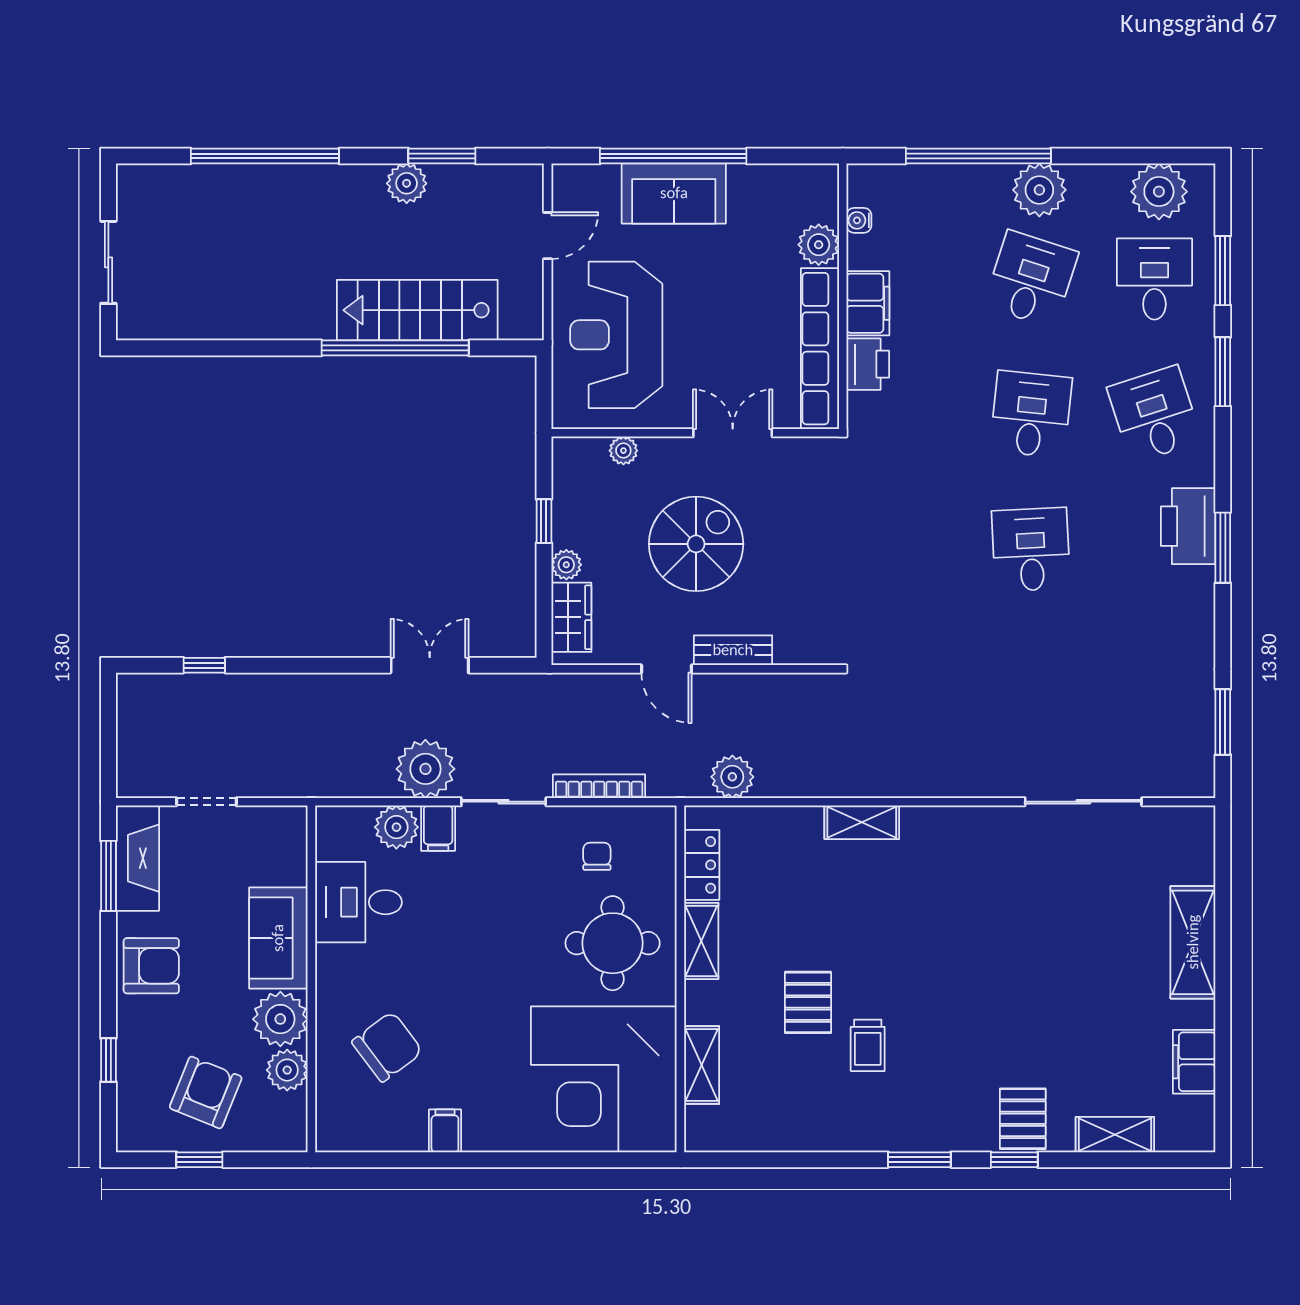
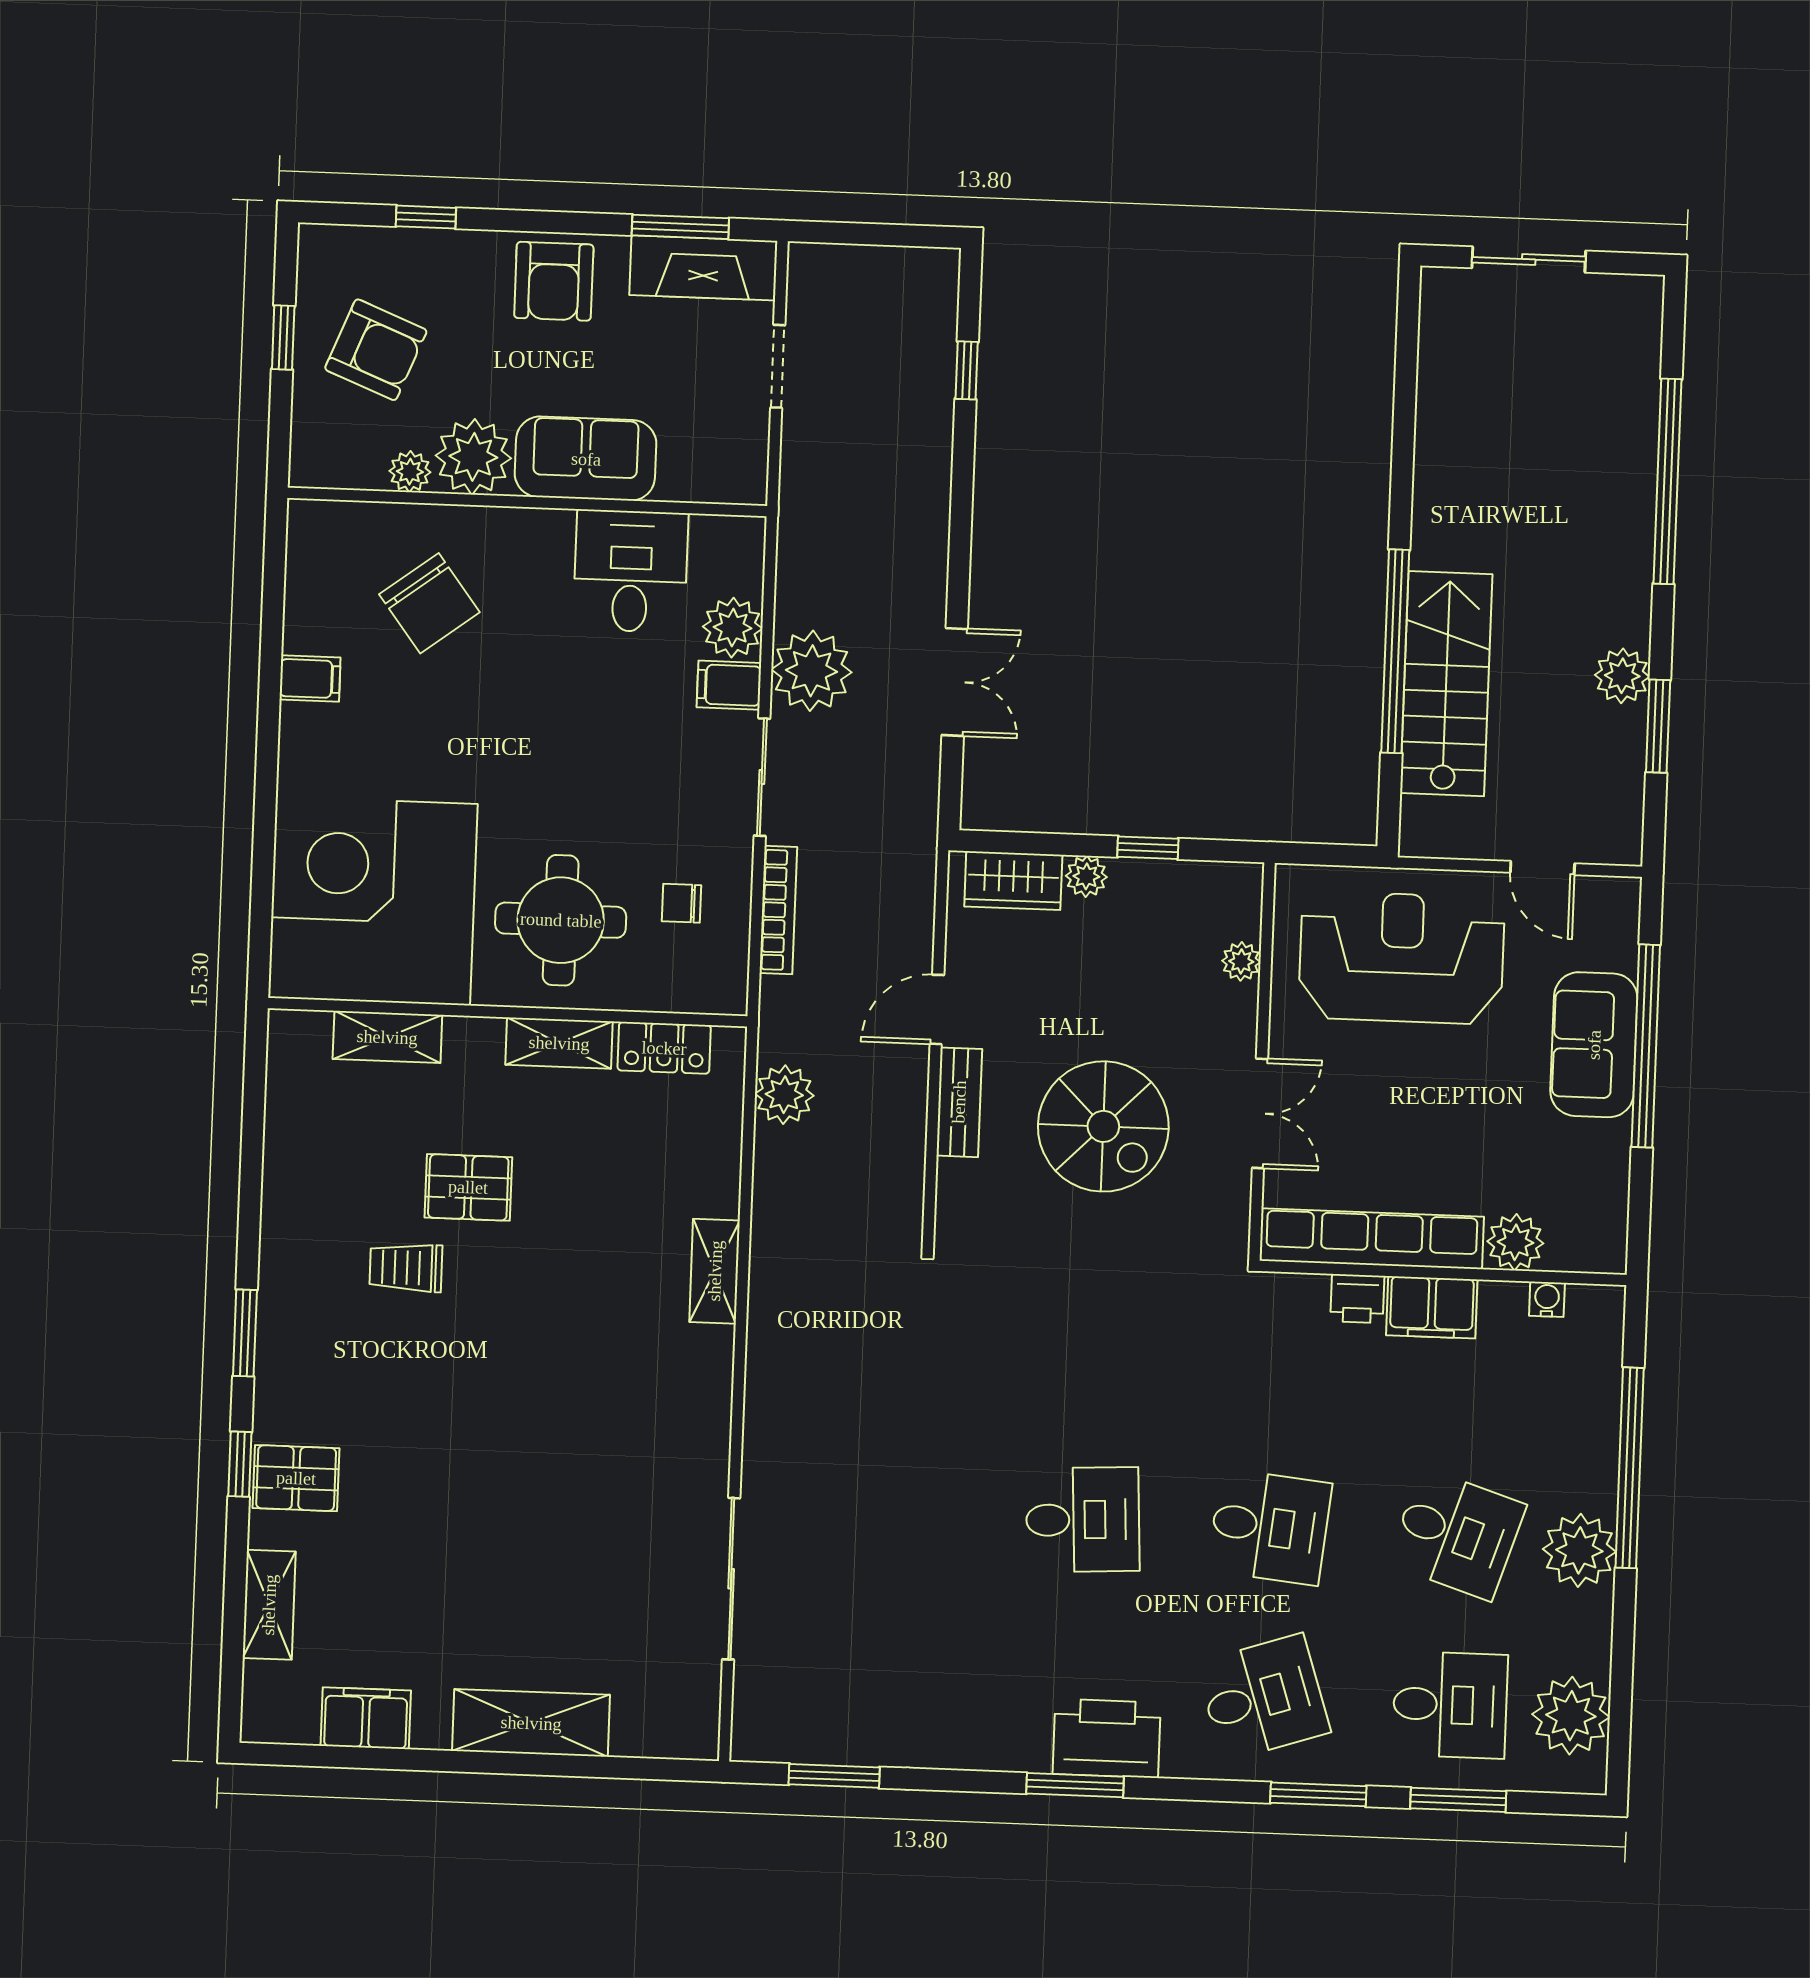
printer: (868, 364) -> (1357, 1299), width x0.73, depth x0.81
spiral stairs: (696, 544) -> (1103, 1126), moved
chair: (597, 856) -> (682, 903), turned 180
plant: (287, 1070) -> (410, 472), width x0.73, depth x0.73

